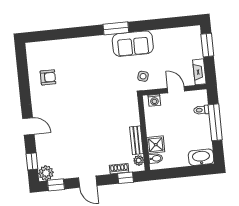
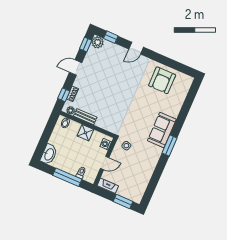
sofa: (133, 44) -> (162, 130), moved
armchair: (48, 77) -> (162, 80), width x1.88, depth x1.88
shower: (156, 145) -> (85, 133), moved

